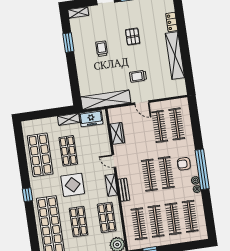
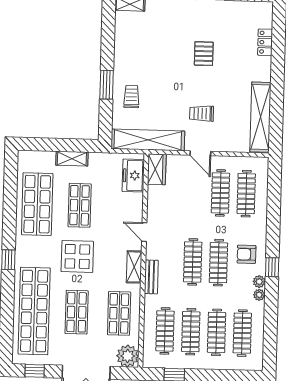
window: (68, 43) -> (107, 85), moved
trolley: (102, 49) -> (131, 97), moved
shelving: (175, 55) -> (260, 117), moved
freezer: (91, 118) -> (133, 176), moved, turned 90
shelving: (69, 119) -> (72, 159), moved
wardrobe: (117, 133) -> (157, 169), moved
window: (202, 169) -> (272, 267), width x0.32

